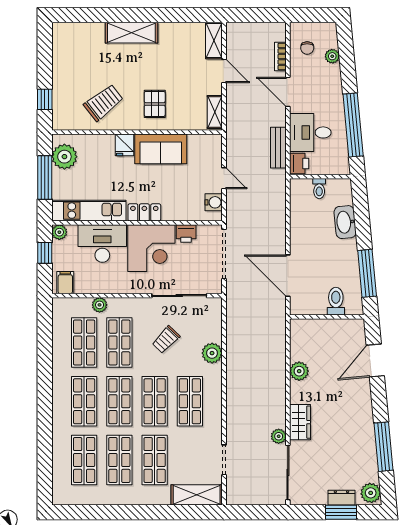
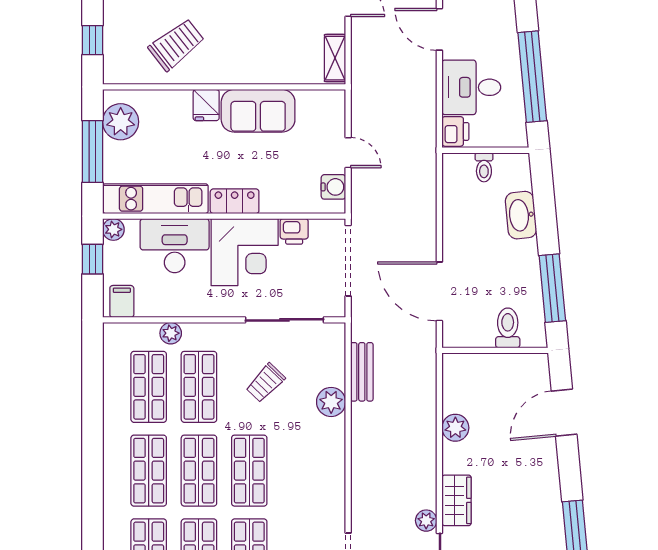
pallet: (155, 104) -> (249, 47), removed
bench: (278, 148) -> (362, 372), moved
shop shelf: (190, 401) -> (300, 471), removed

